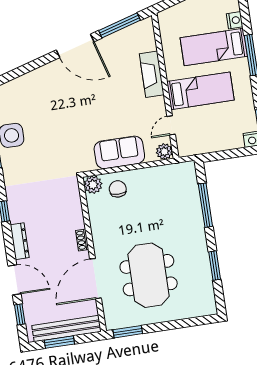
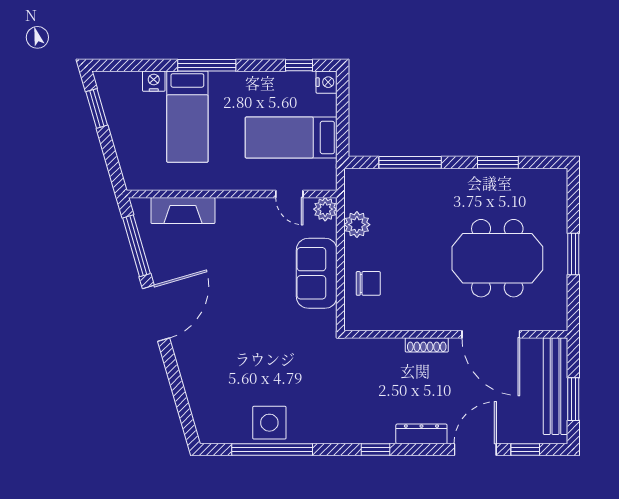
fireplace: (152, 74) -> (183, 211), moved
bed: (200, 91) -> (291, 137), moved, turned -90
plant: (93, 185) -> (357, 225), moved
chair: (118, 189) -> (368, 283), turned 180
shoe rack: (82, 240) -> (427, 345), width x1.43
window: (128, 332) -> (573, 254), moved

